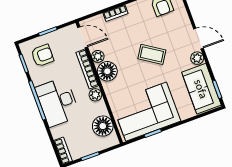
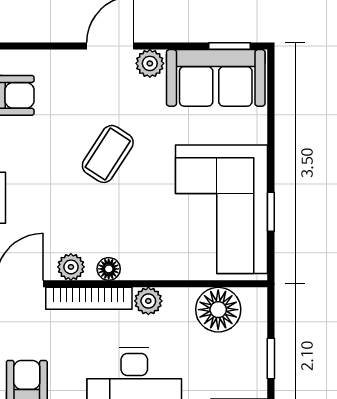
floor lamp: (107, 71) -> (109, 269), width x0.53, depth x0.53

